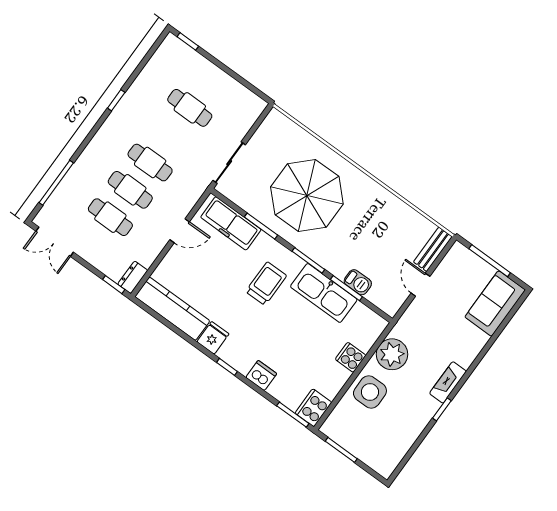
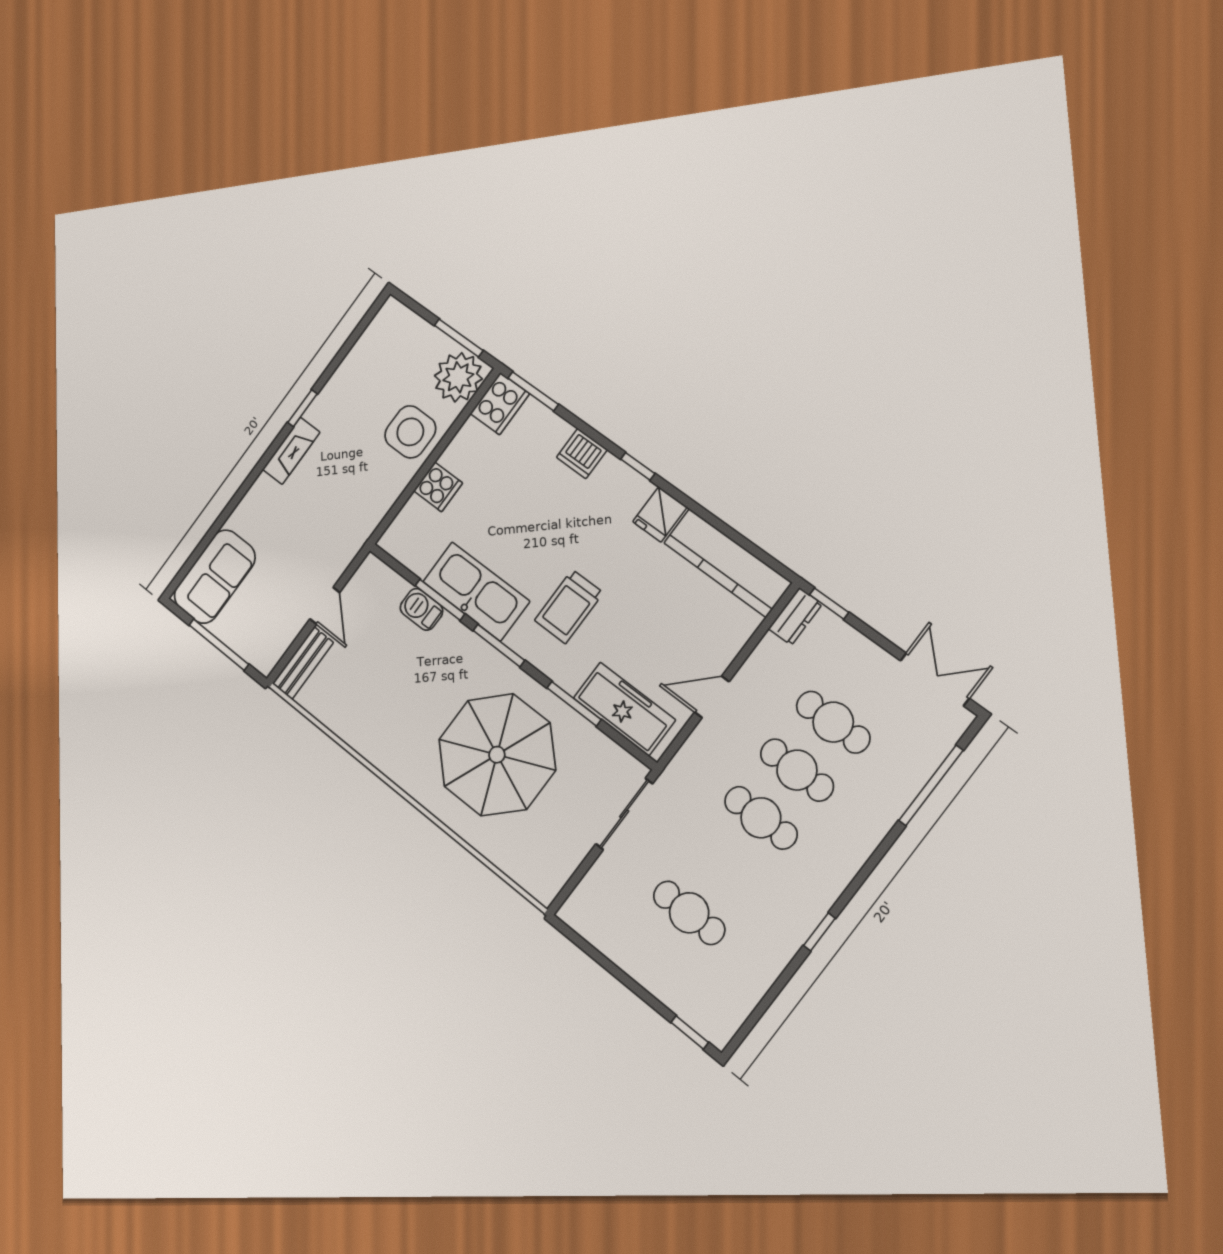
plant: (392, 354) -> (458, 377), moved

